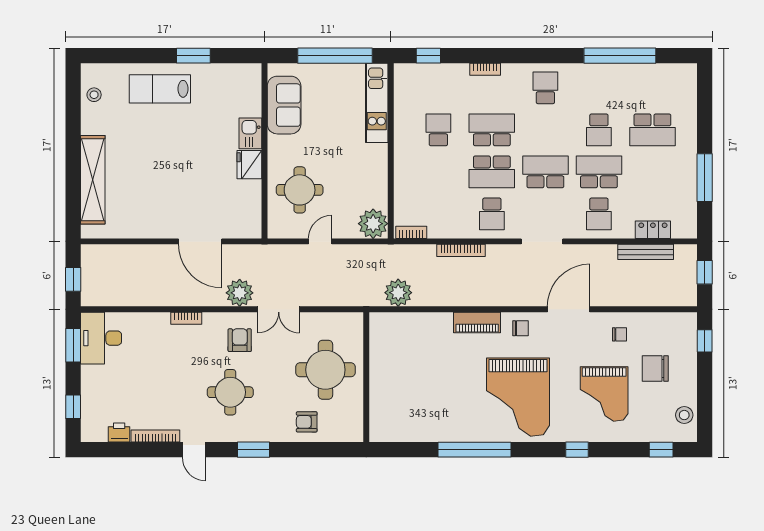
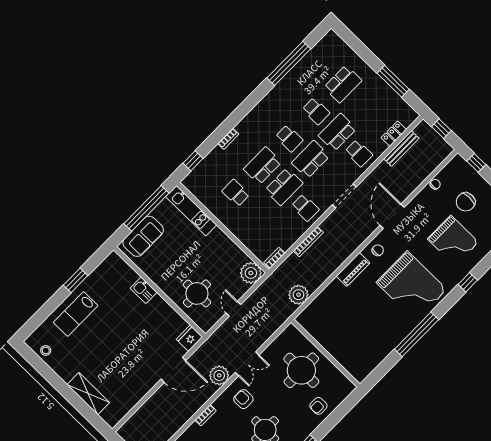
school desk: (545, 88) -> (289, 138), moved, turned 180
sofa: (284, 105) -> (143, 236), moved, turned 90
fridge: (249, 165) -> (189, 338), moved, turned 90
shelving: (93, 180) -> (88, 394), width x0.68
chair: (620, 334) -> (435, 184), moved

